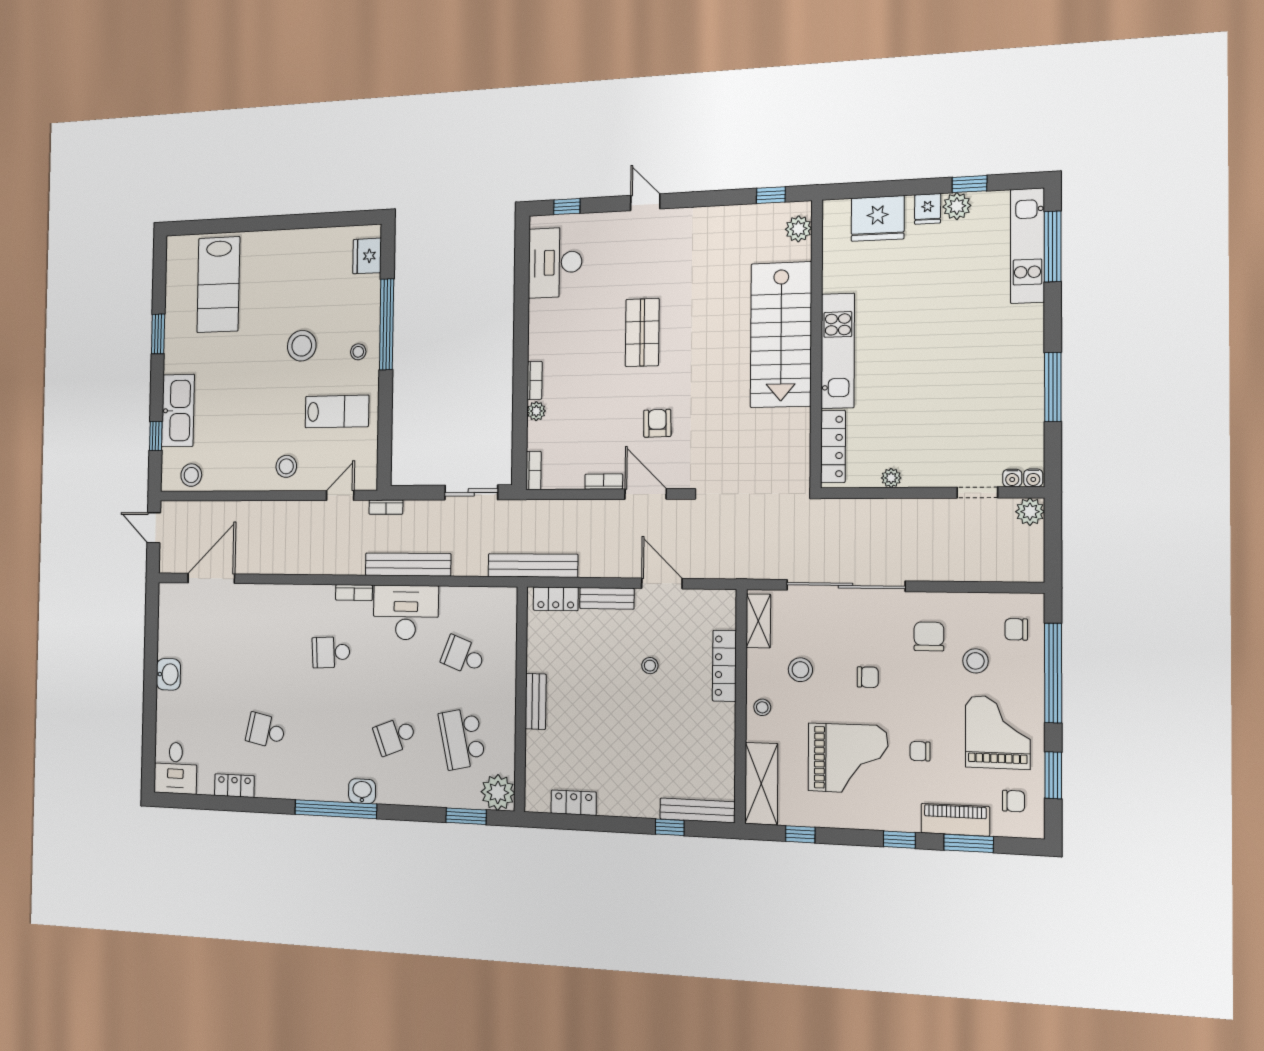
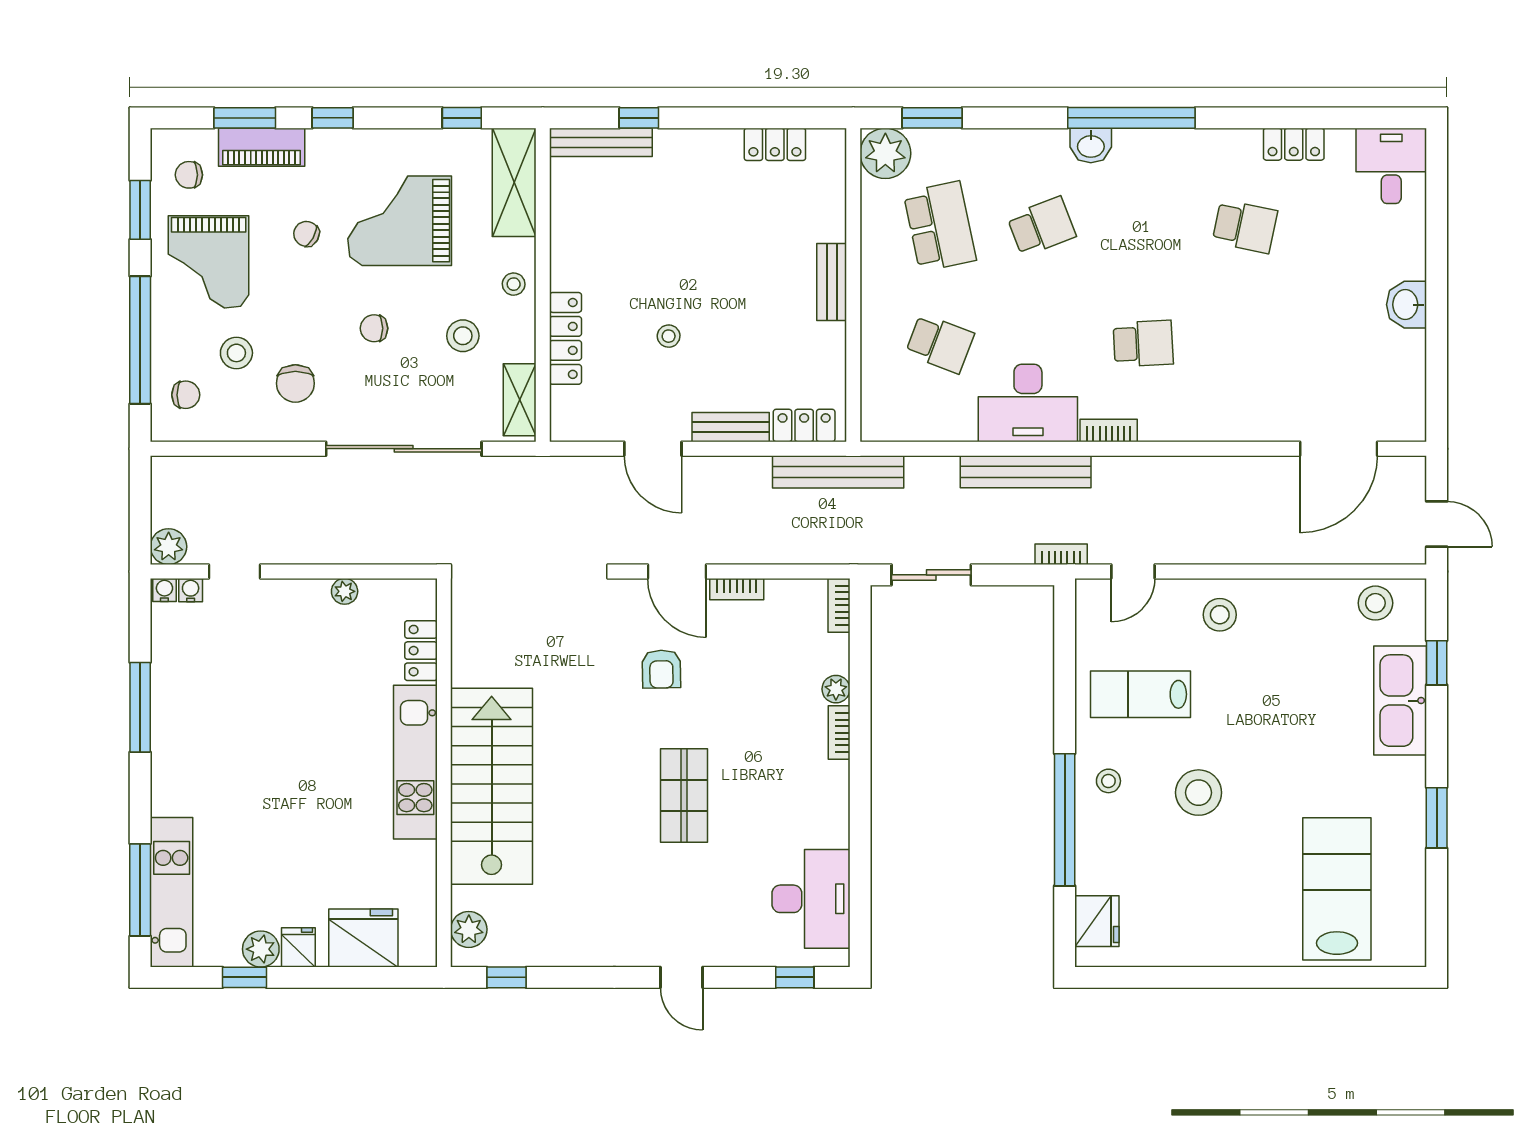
locker: (833, 447) -> (421, 651), width x0.66
chair: (920, 751) -> (306, 234), turned -151

